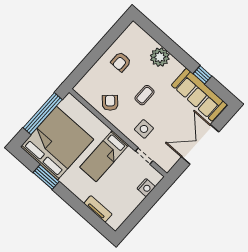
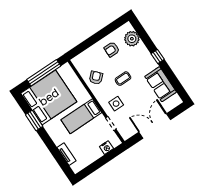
plant: (160, 57) -> (132, 39), moved
window: (202, 75) -> (158, 56), moved
sofa: (199, 95) -> (161, 84), width x0.73

